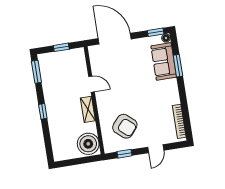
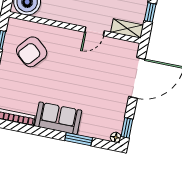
sofa: (164, 62) -> (58, 118), moved
shelving: (88, 109) -> (127, 29), moved

